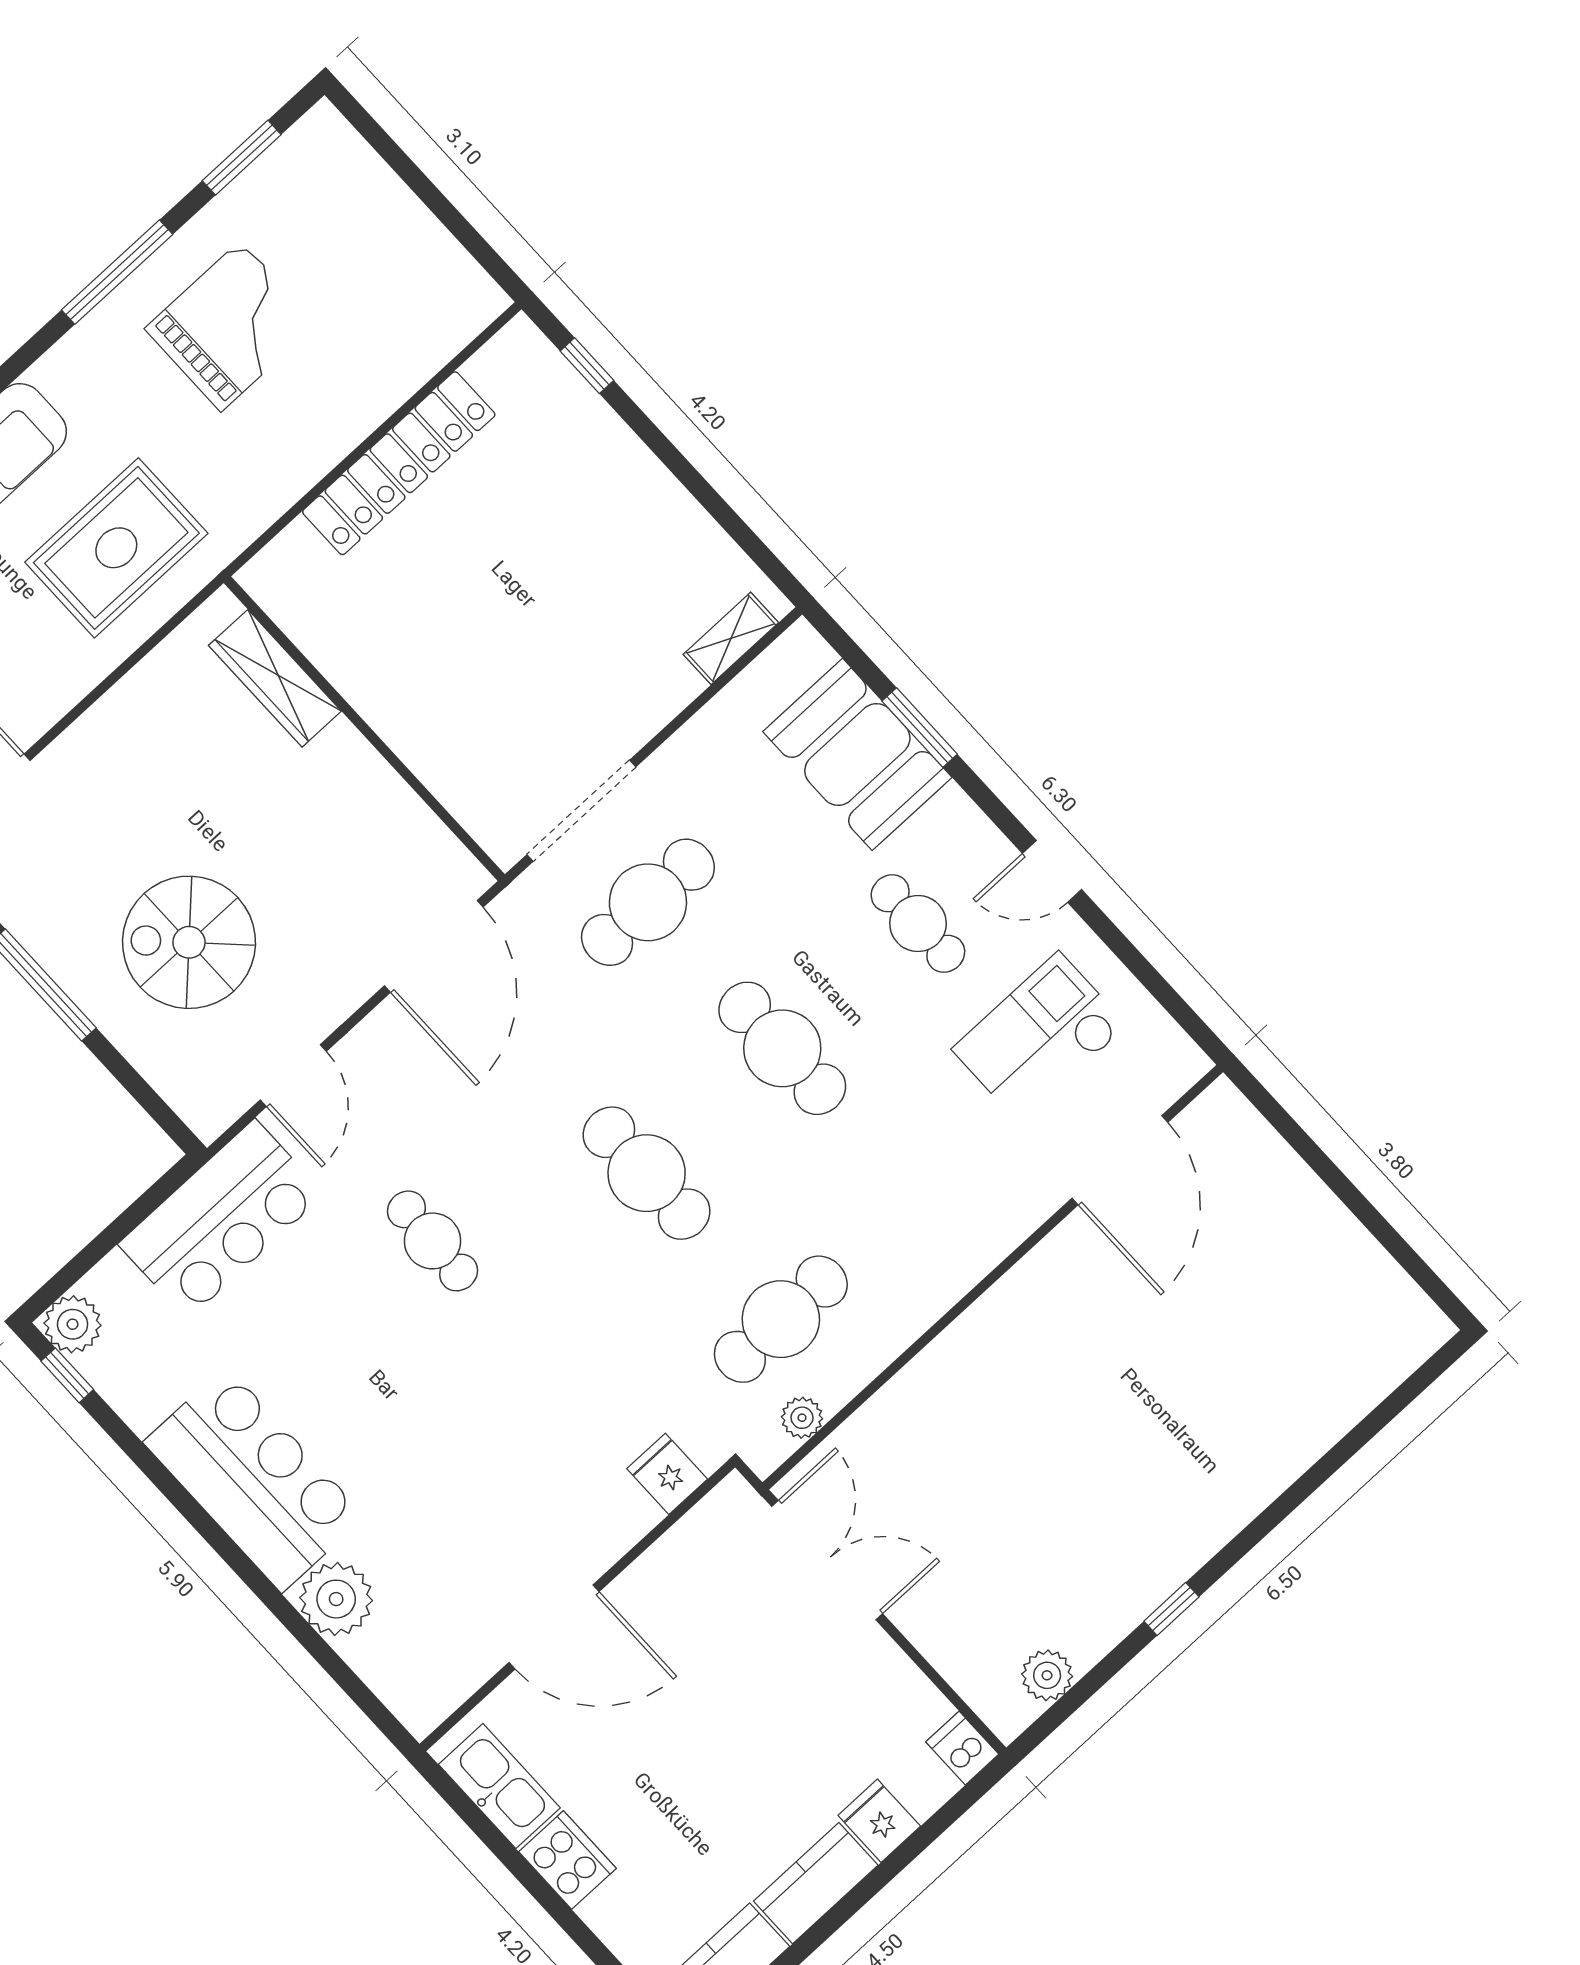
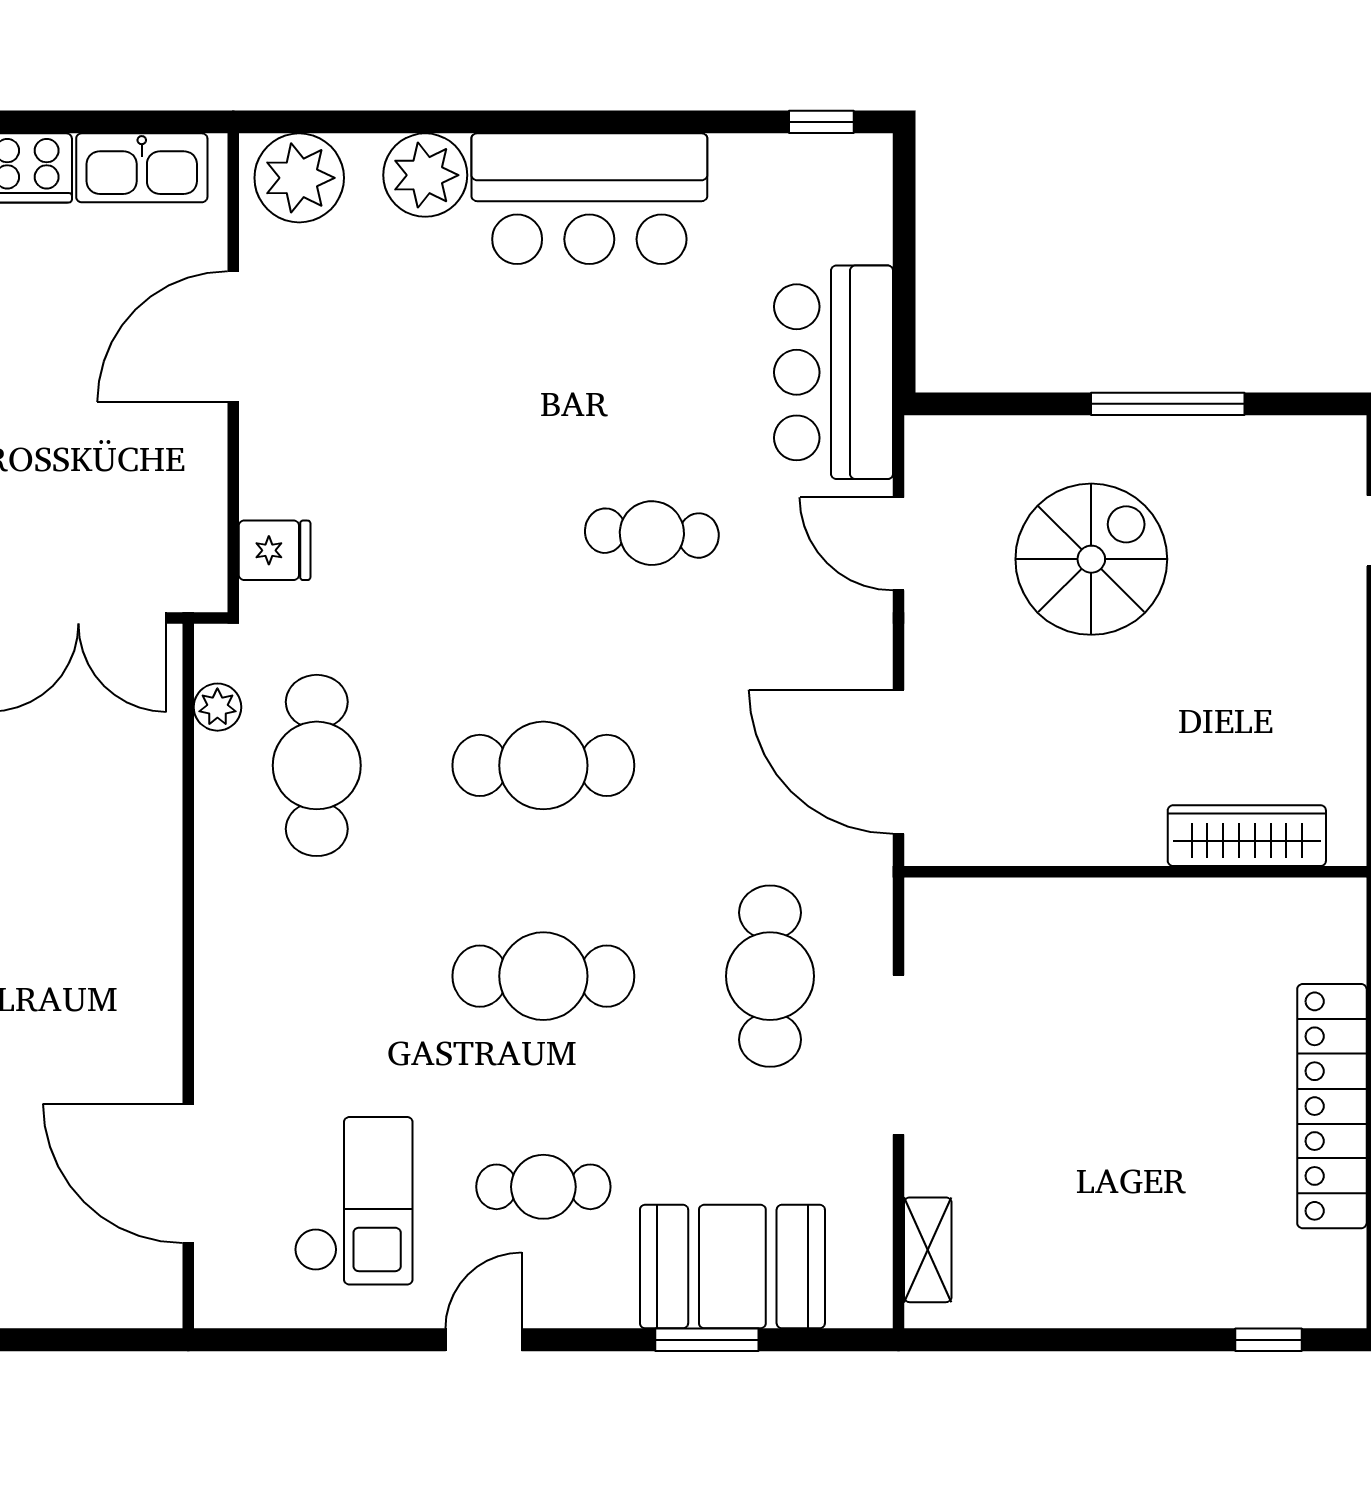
doorway: (581, 811) -> (899, 1055), moved
plant: (73, 1324) -> (299, 178), moved, width x1.36, depth x1.36

